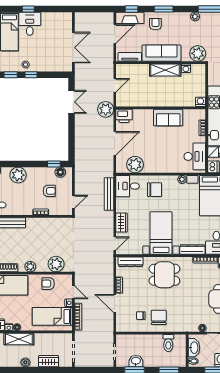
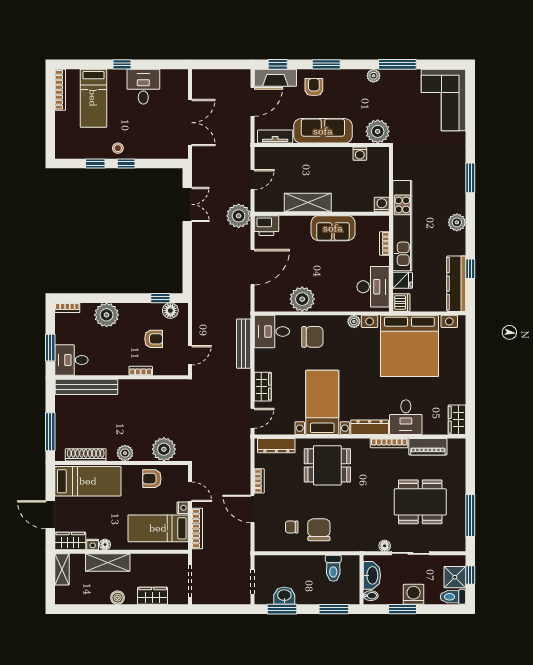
desk: (30, 24) -> (143, 87), moved
shelving: (165, 70) -> (308, 202), moved
plant: (135, 165) -> (302, 299), moved

